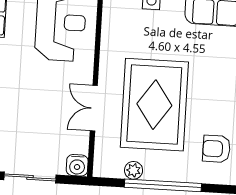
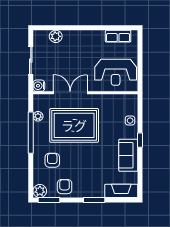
double door: (94, 108) -> (70, 93), width x1.37

